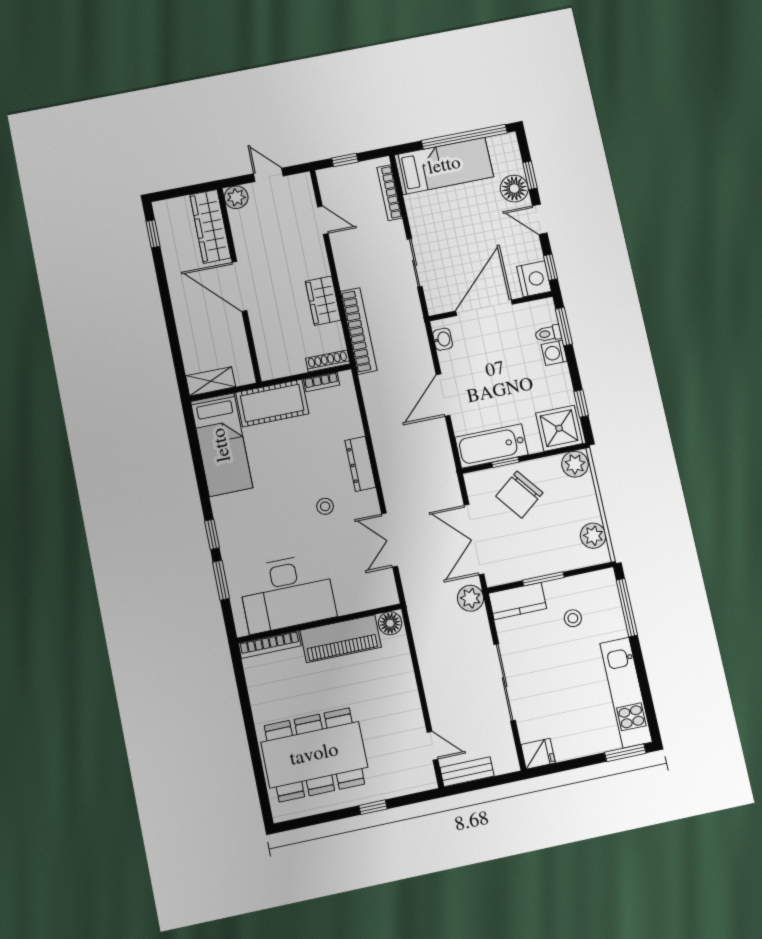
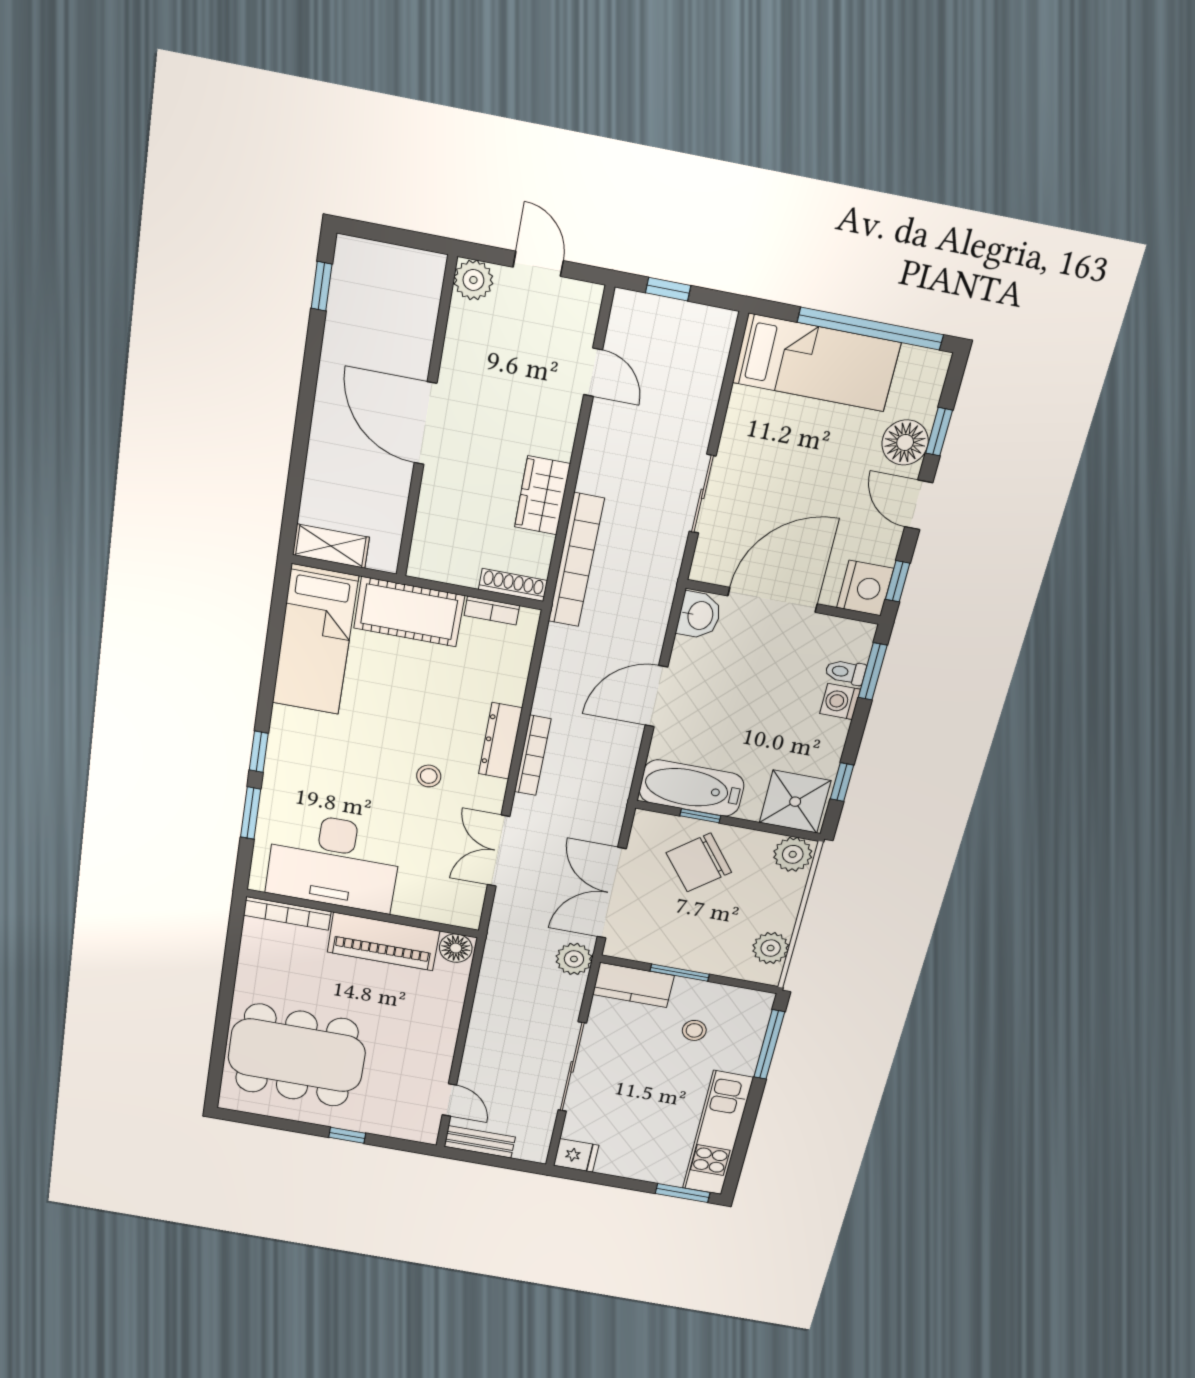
bookcase: (390, 193) -> (533, 755), moved, turned 180
wardrobe: (210, 226) -> (416, 311), removed
washbasin: (443, 339) -> (699, 615), width x1.38, depth x1.45

